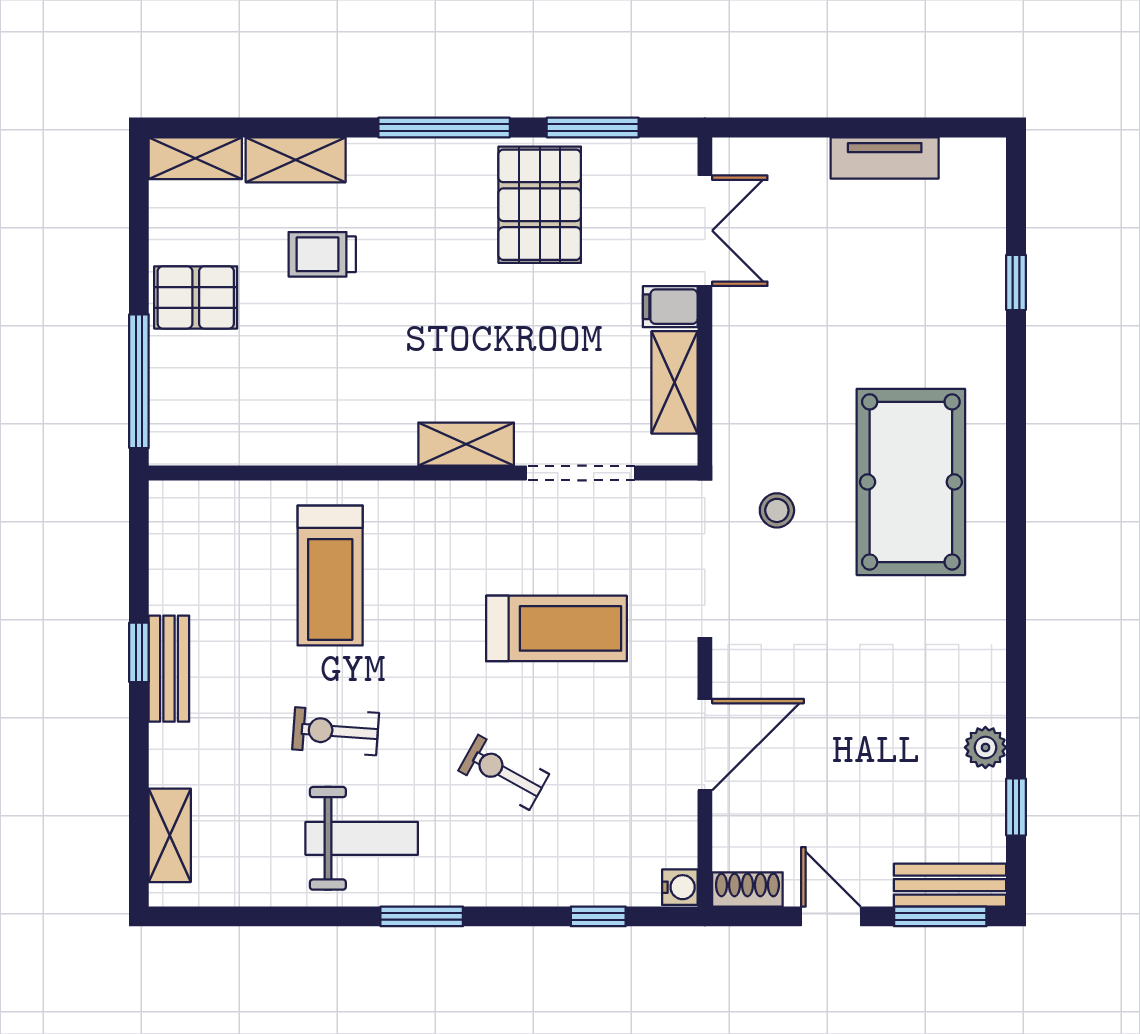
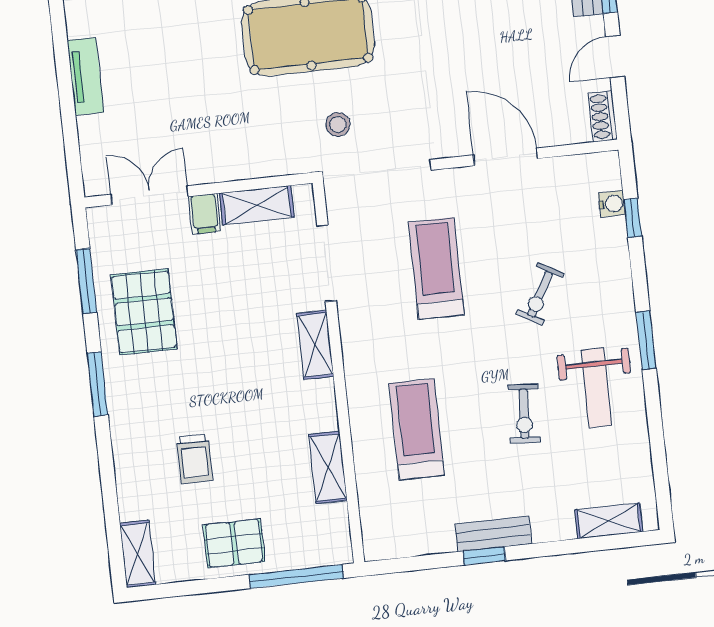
window: (444, 127) -> (98, 384), width x0.69
shelving: (296, 160) -> (328, 467), moved
pallet: (540, 205) -> (144, 312), turned 90
pallet: (196, 297) -> (234, 543), turned 90
treadmill: (330, 575) -> (417, 429), turned -90
weight bench: (362, 838) -> (596, 388), turned 180
water cooler: (680, 887) -> (612, 204), moved, turned 90

